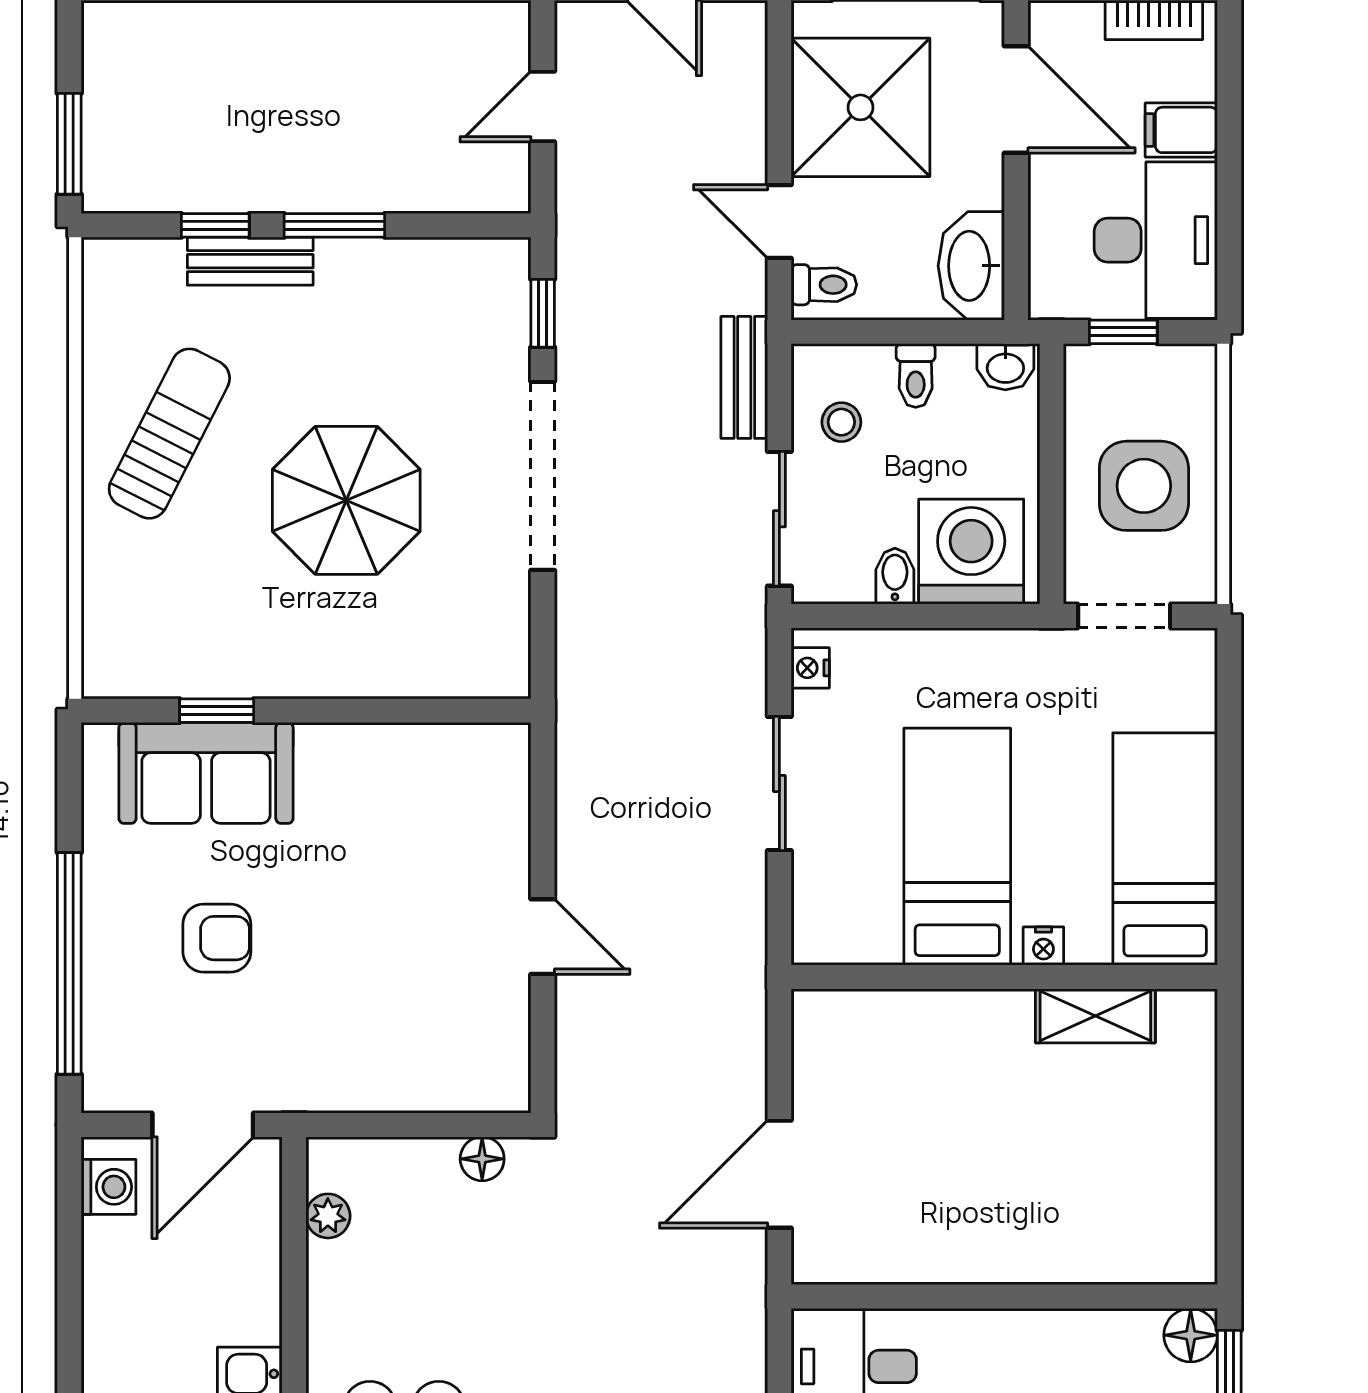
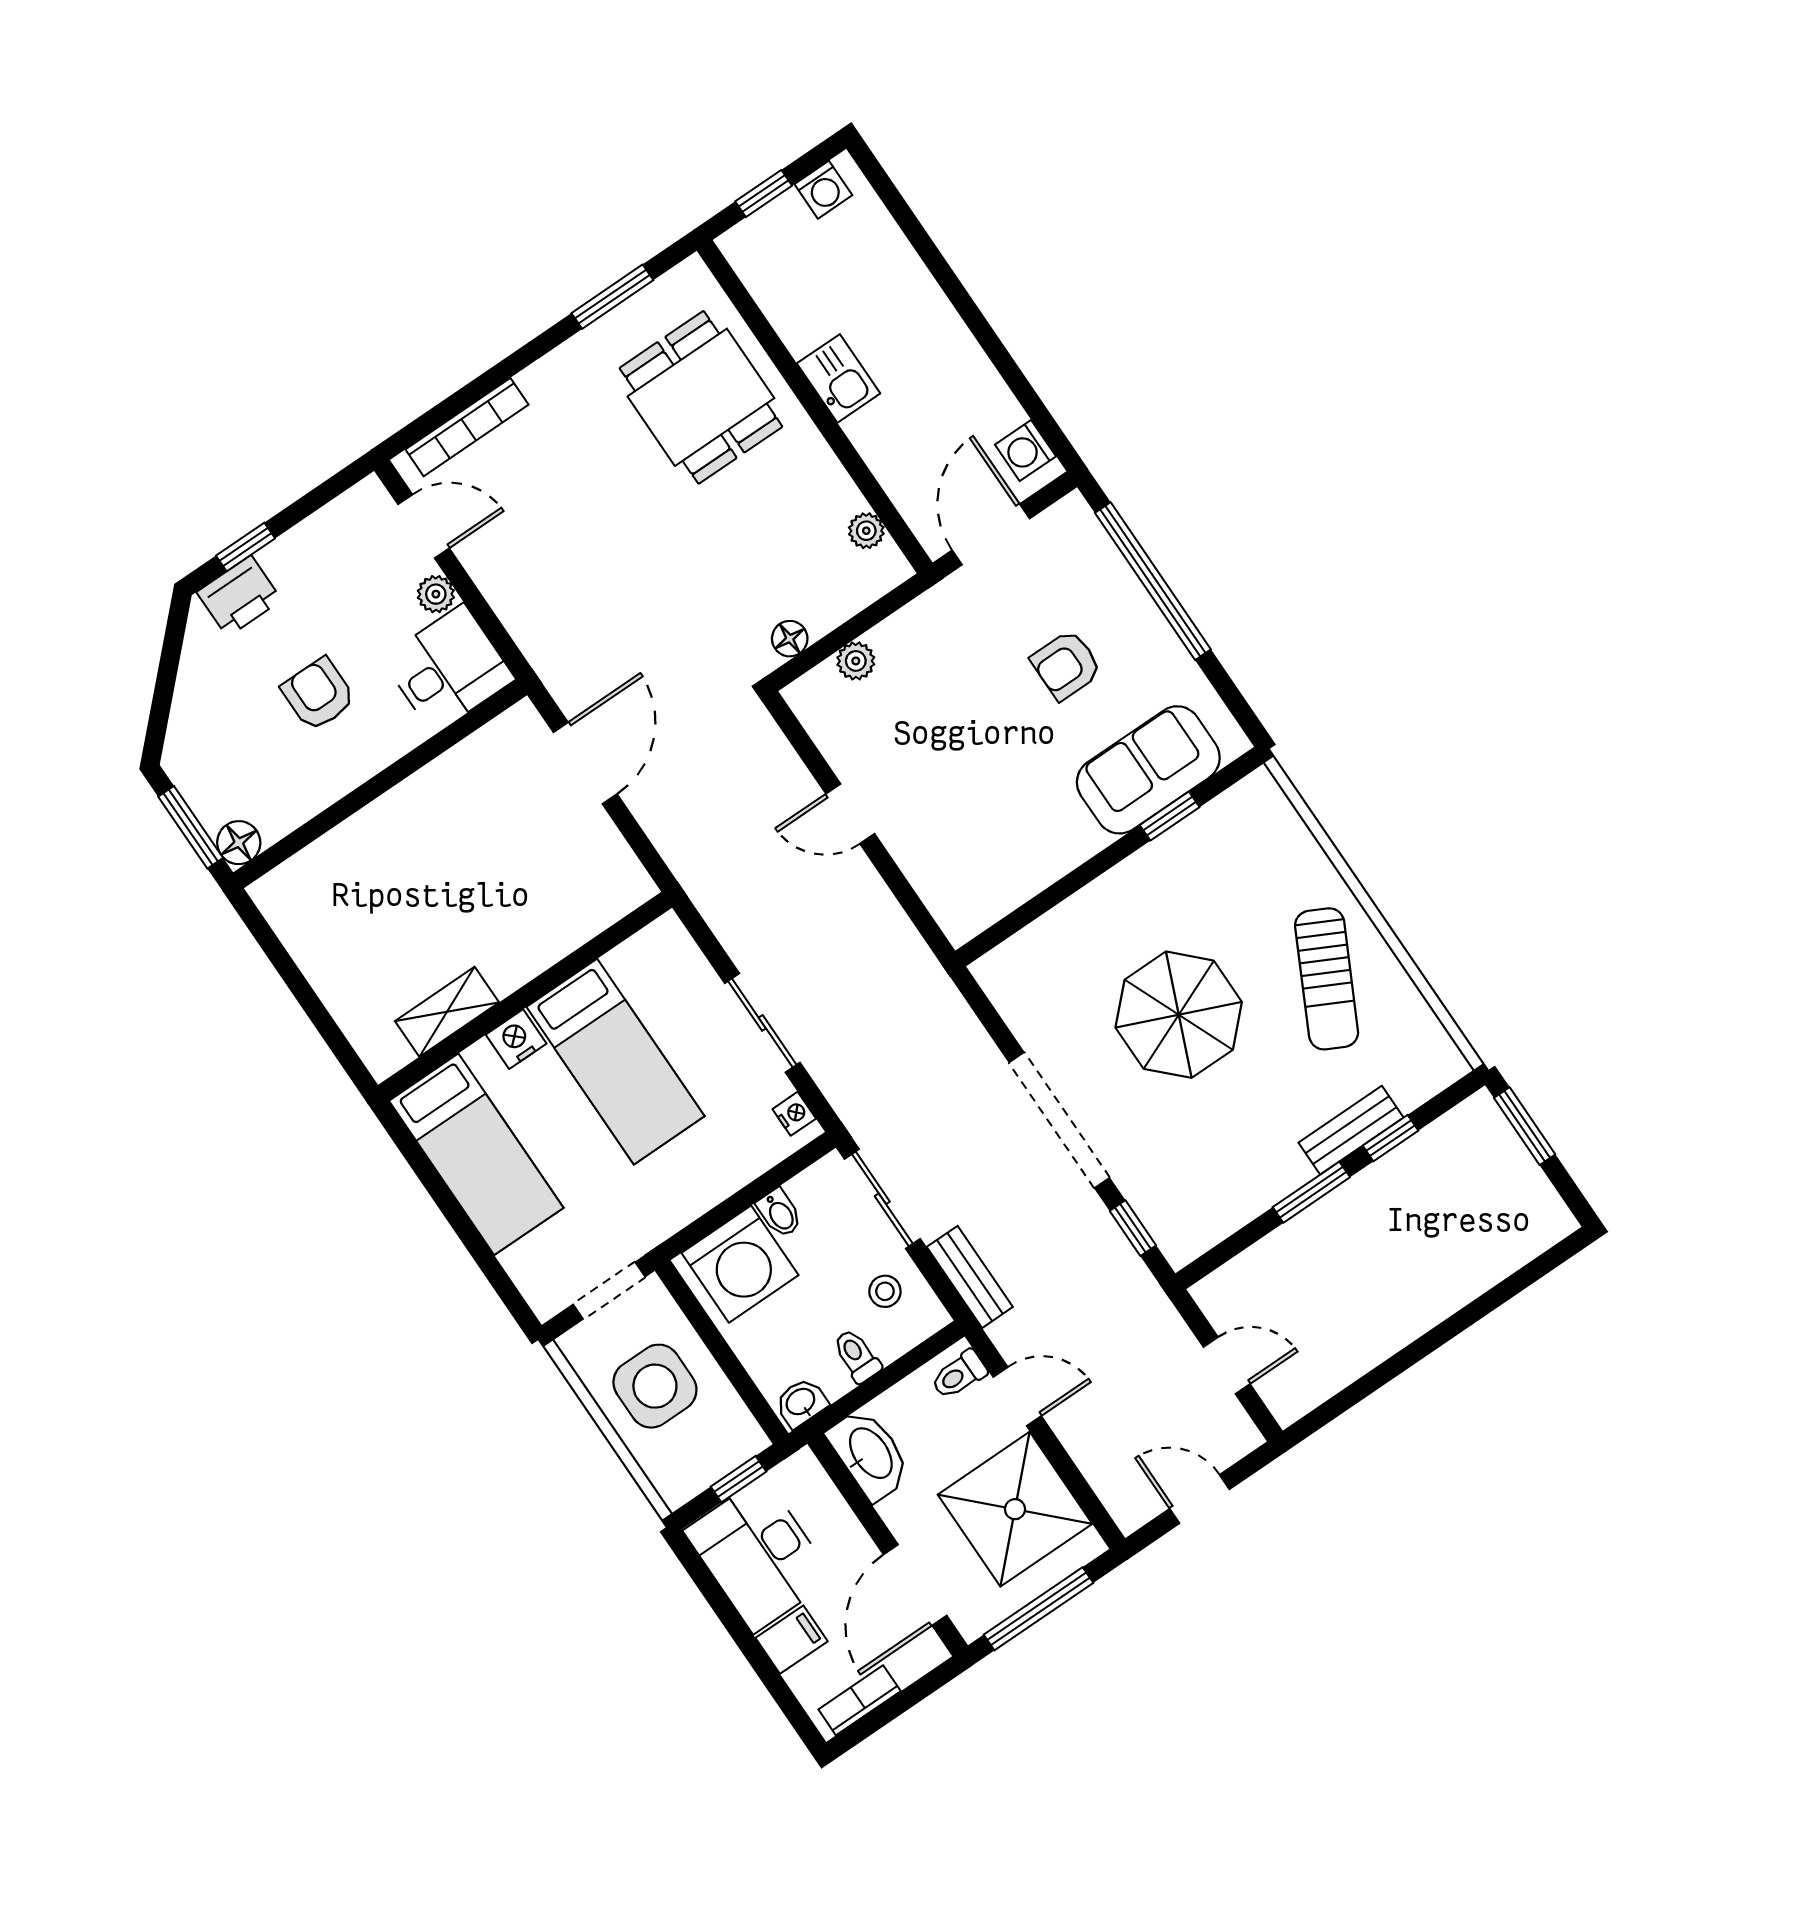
door: (1016, 99) -> (915, 1585), hinge flipped
door: (543, 107) -> (1227, 1366), hinge flipped
nightstand: (1043, 946) -> (516, 1039), width x1.39, depth x1.35
plant: (430, 1090) -> (856, 661), added

